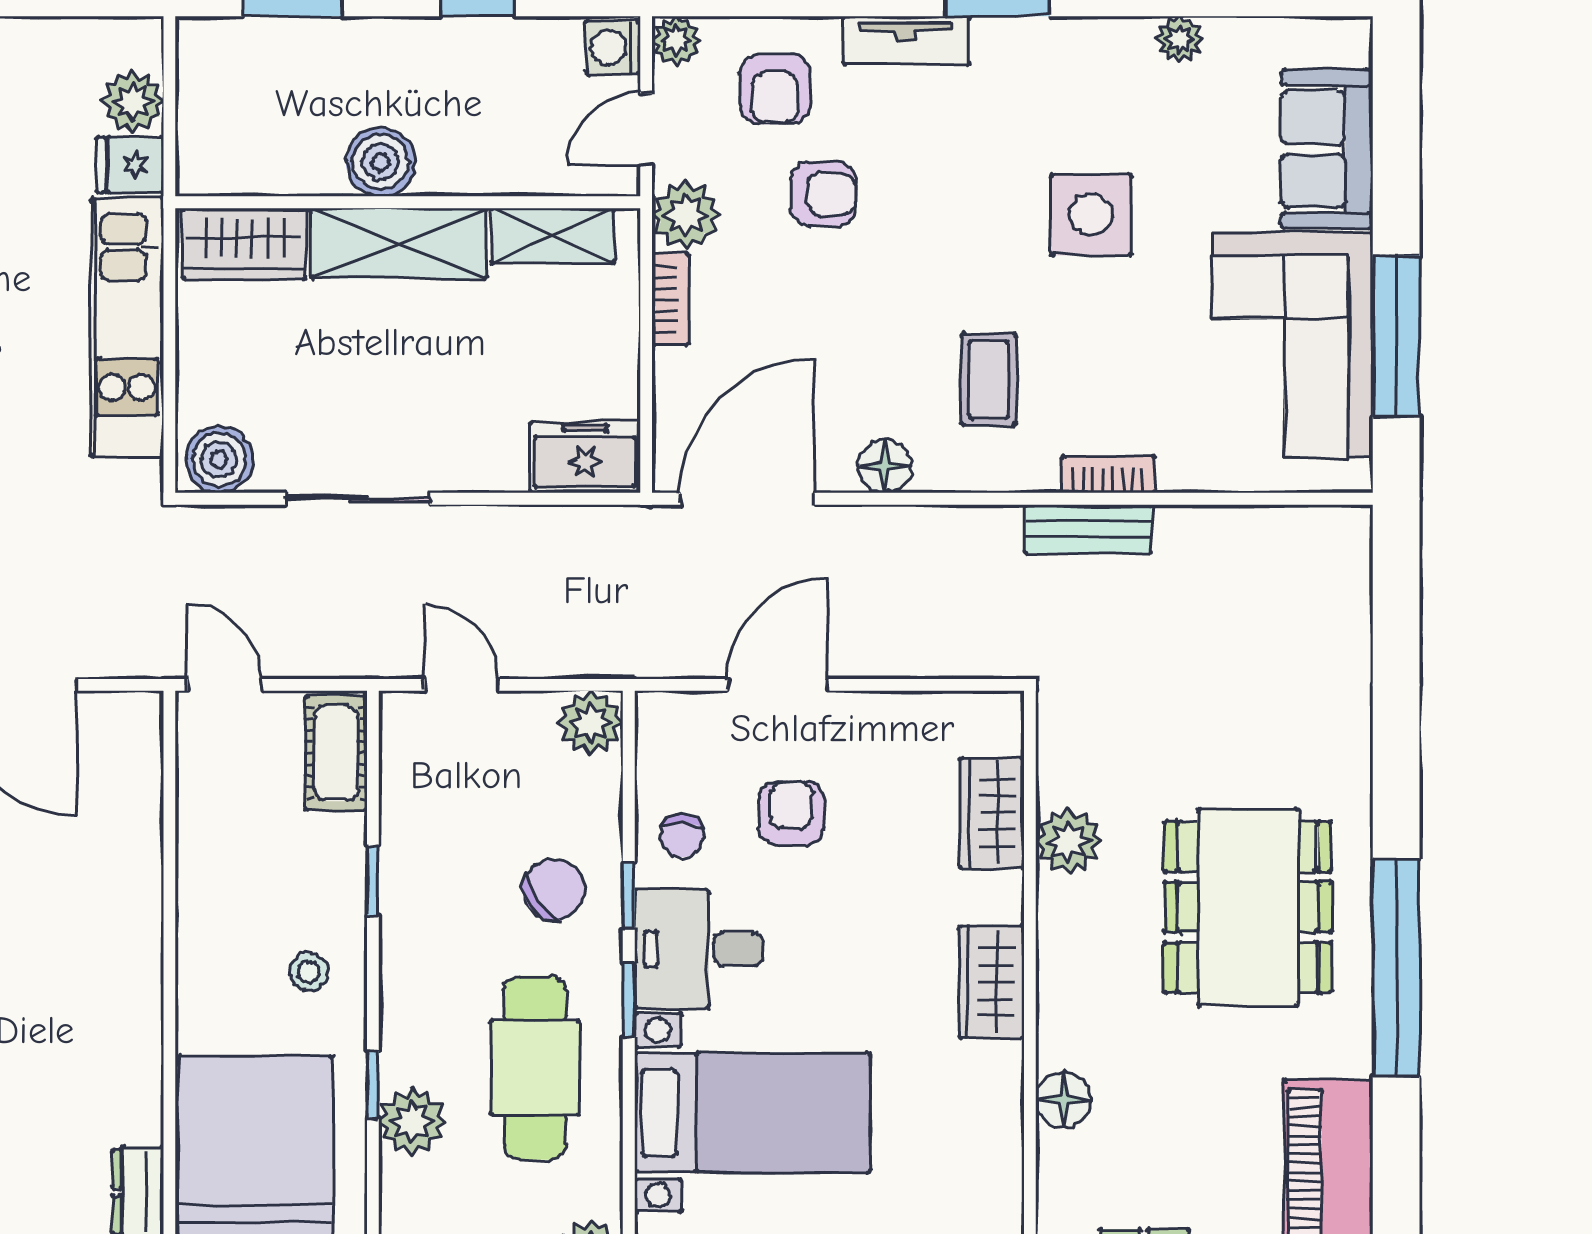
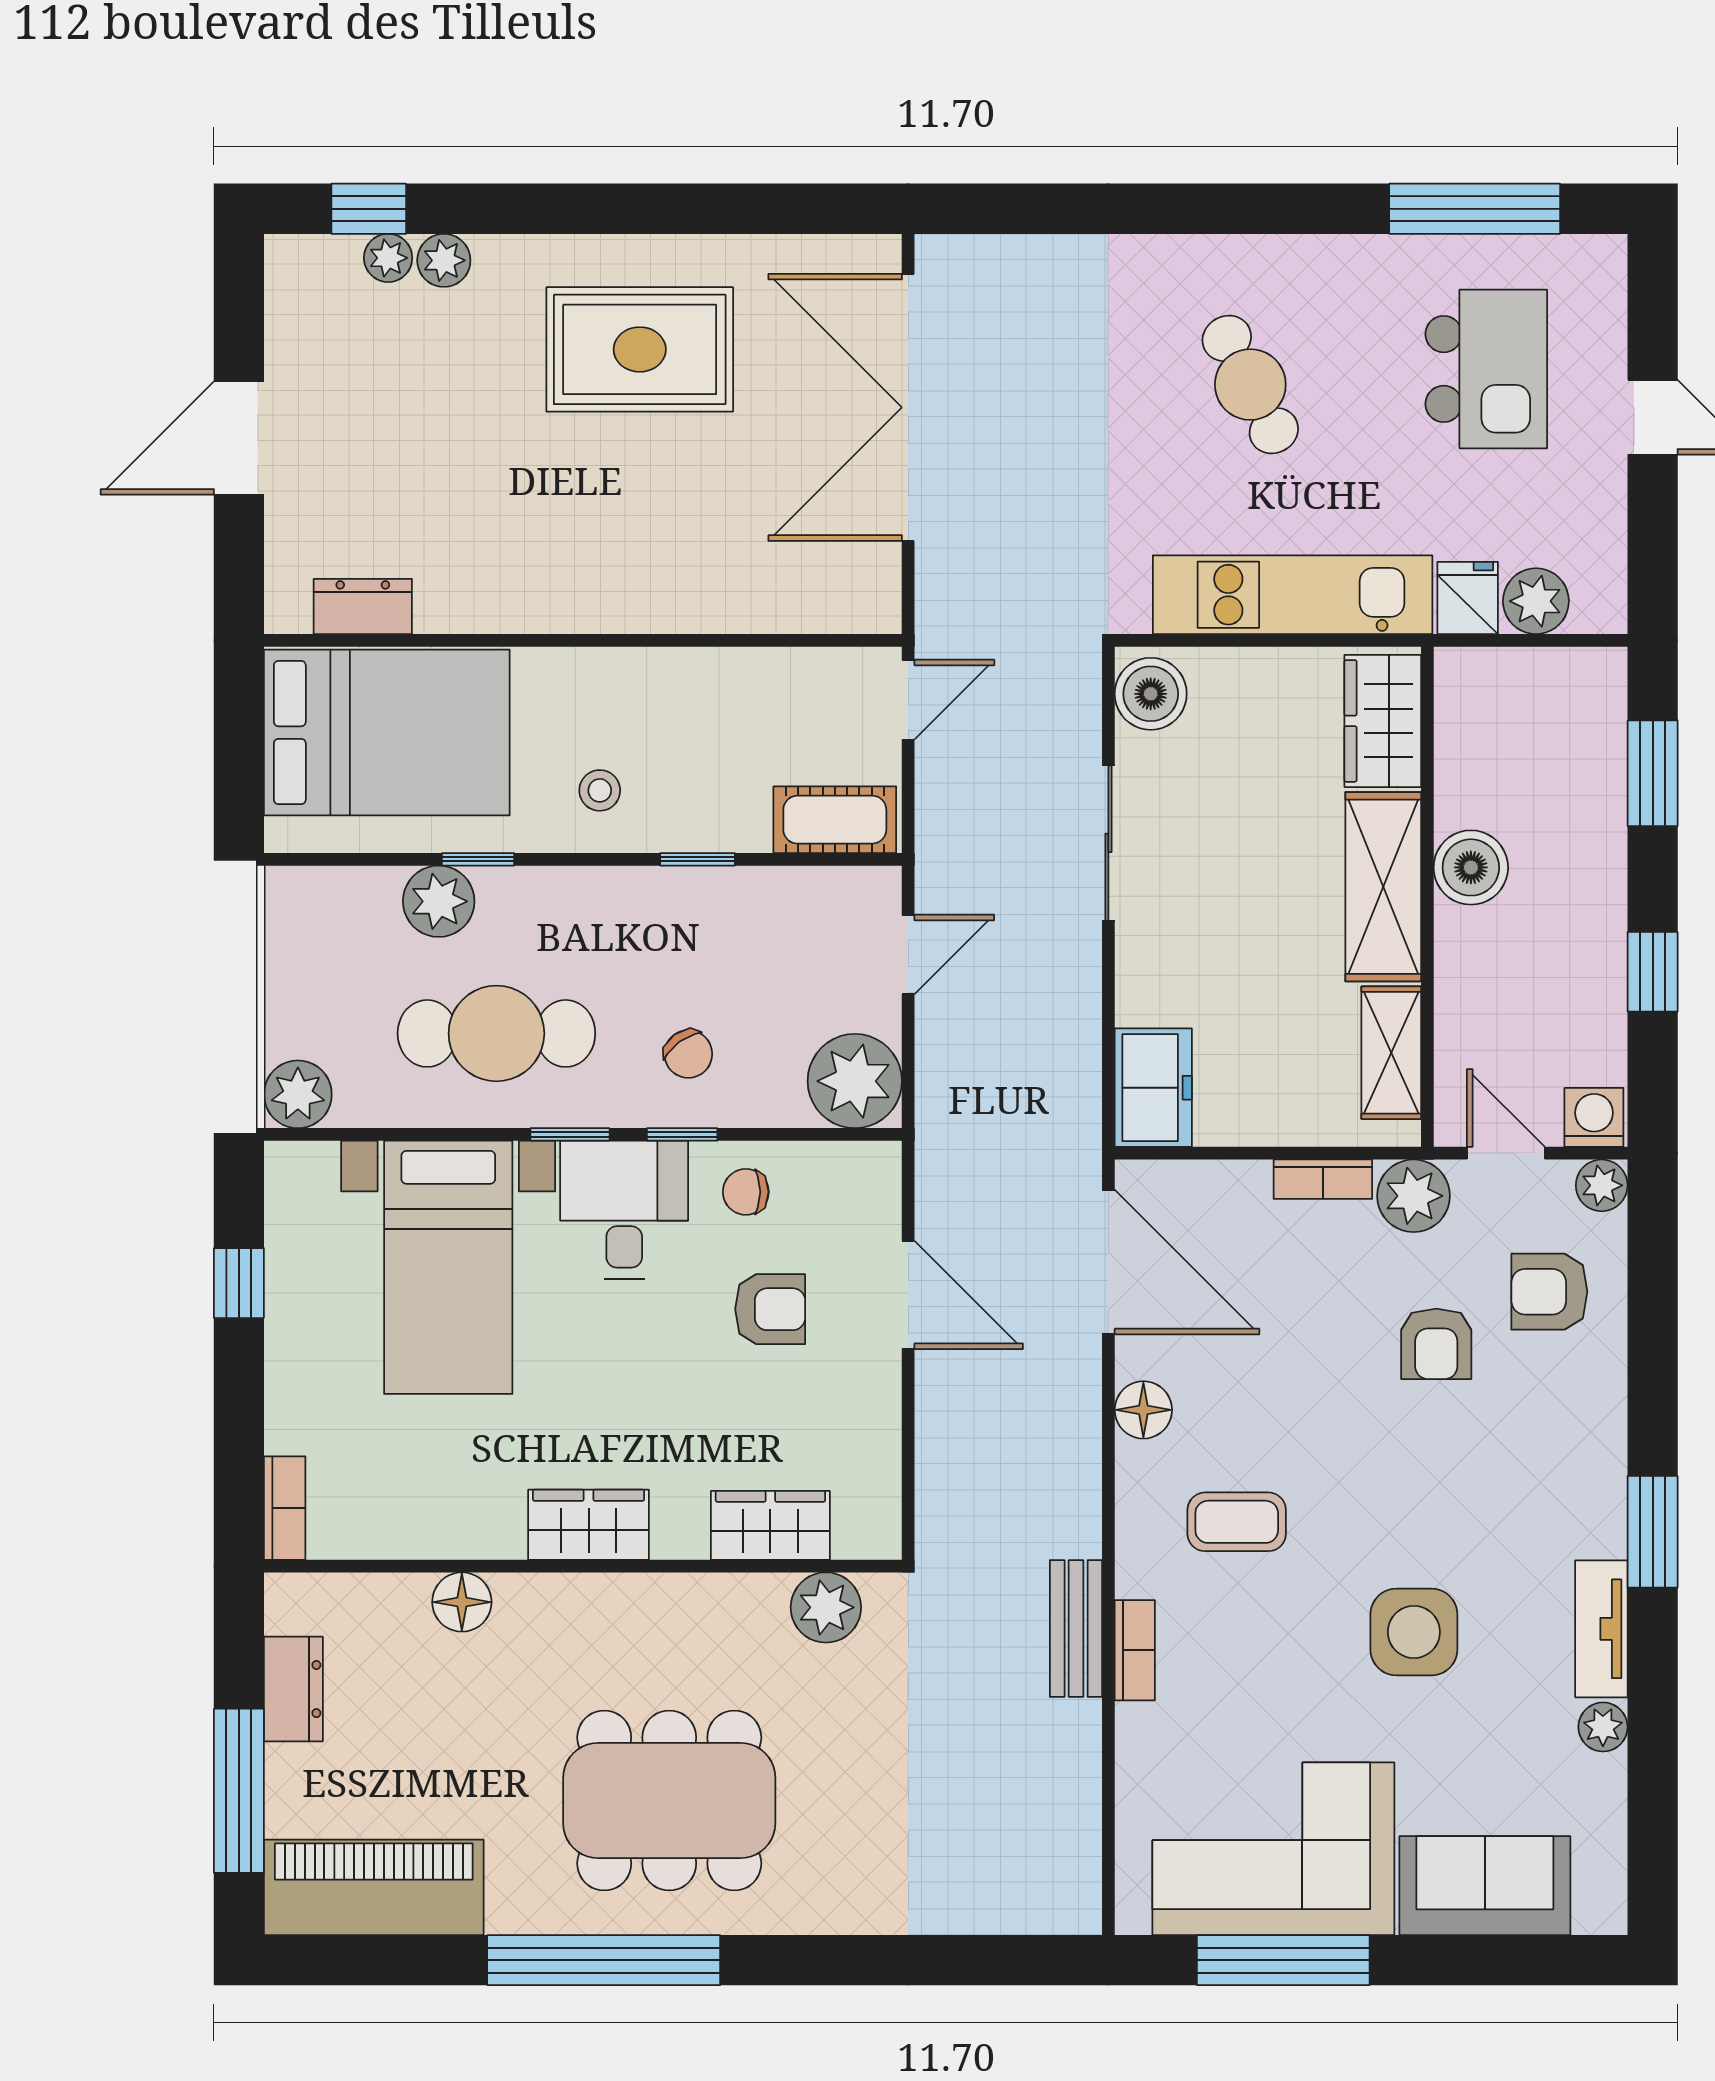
tv unit: (906, 41) -> (1601, 1629), moved
plant: (591, 723) -> (855, 1081), width x1.36, depth x1.36
plant: (1068, 841) -> (826, 1607), moved
chair: (554, 889) -> (688, 1054), width x0.73, depth x0.73

